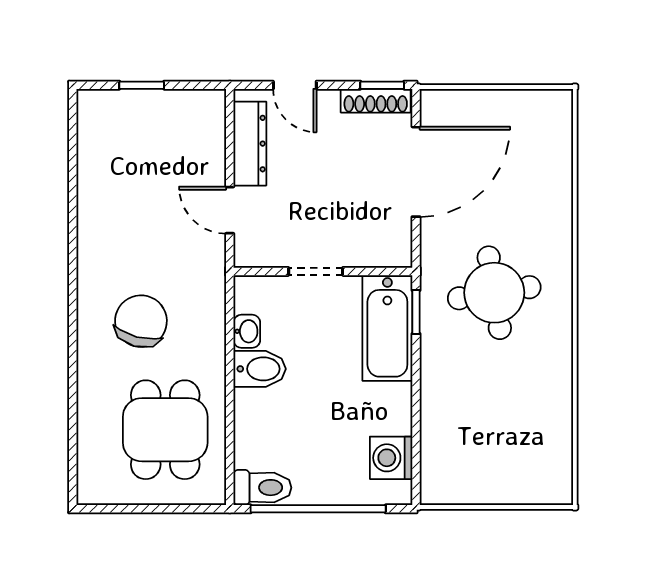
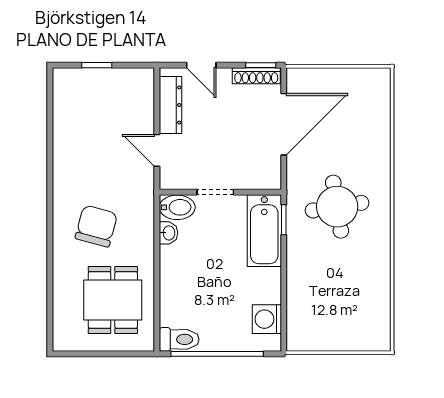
bidet: (260, 369) -> (177, 207), moved

